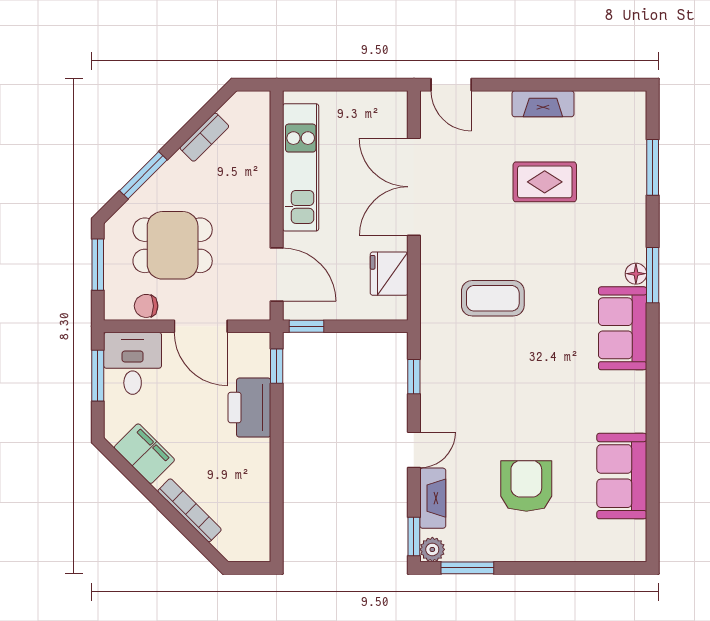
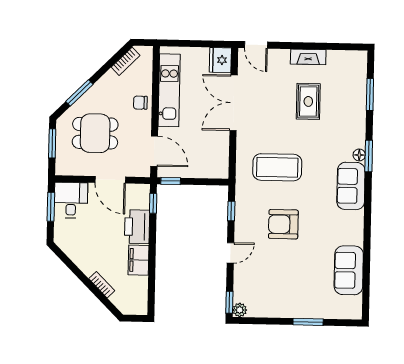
bookcase: (204, 137) -> (126, 61), moved
rug: (545, 182) -> (308, 101), turned 90
fridge: (389, 274) -> (220, 60), moved
coffee table: (493, 298) -> (277, 167), width x1.36, depth x1.32
chair: (146, 306) -> (140, 103), moved
filing cabinet: (144, 454) -> (139, 260), moved, turned -135
armchair: (526, 486) -> (283, 224), moved, turned -90
fireplace: (433, 498) -> (241, 281), removed
bookcase: (190, 510) -> (102, 285), width x0.64
window: (467, 568) -> (308, 322), moved

